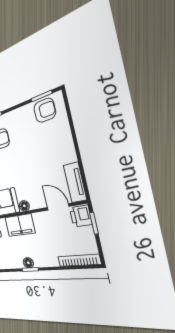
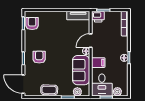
door: (58, 207) -> (91, 41), moved
filing cabinet: (20, 225) -> (98, 63), width x0.50

